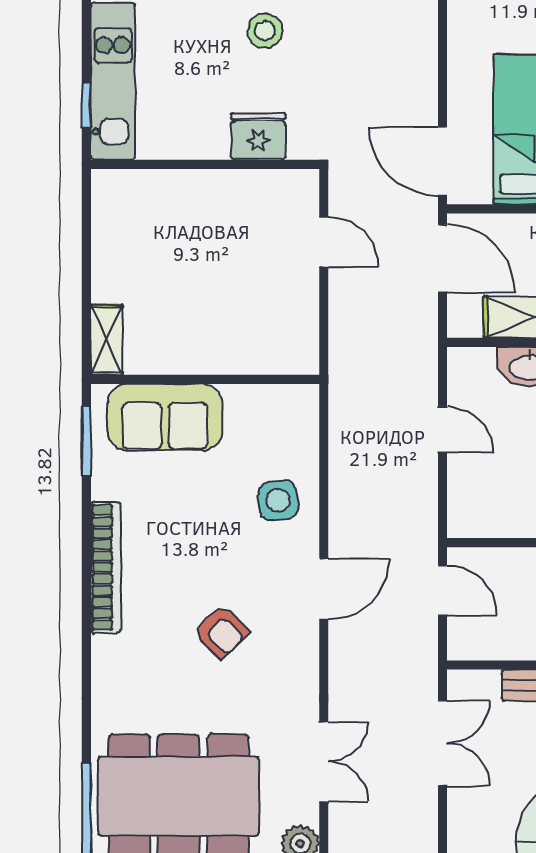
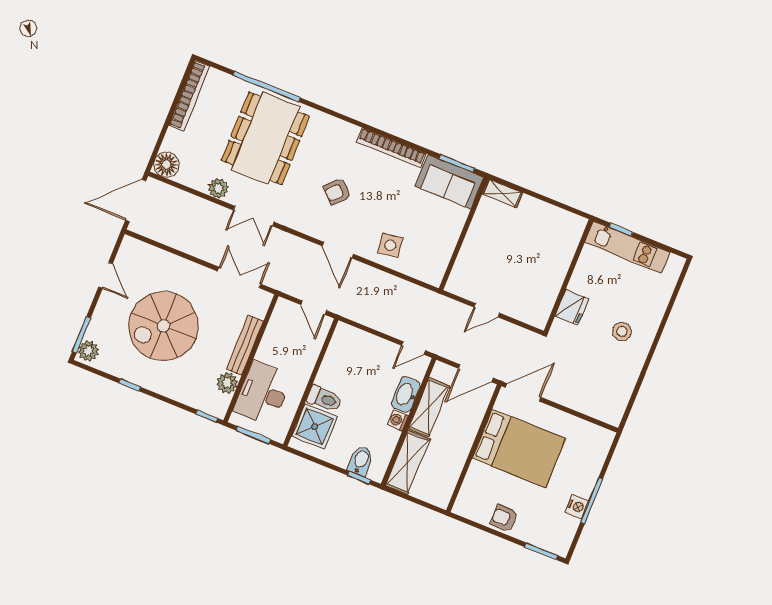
door: (324, 242) -> (487, 310), moved
sofa: (165, 417) -> (449, 182), moved, turned -90
door: (442, 429) -> (413, 348), moved
door: (442, 590) -> (314, 308), hinge flipped
double door: (442, 743) -> (239, 278), swing flipped

